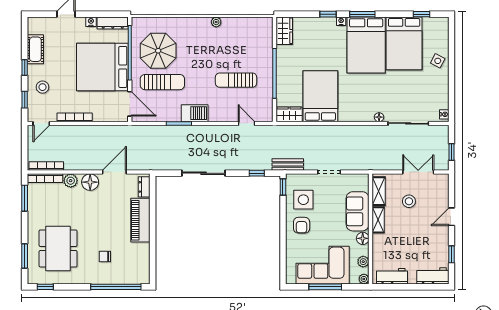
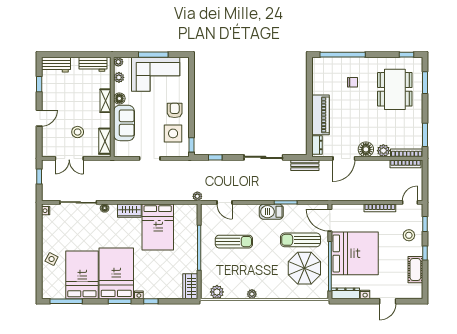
window: (422, 14) -> (66, 301), width x2.17
plant: (255, 24) -> (217, 292), added
wardrobe: (289, 114) -> (129, 211), moved
plant: (276, 130) -> (197, 196), added
bench: (288, 165) -> (305, 165), moved
shelving: (378, 220) -> (105, 101), moved

